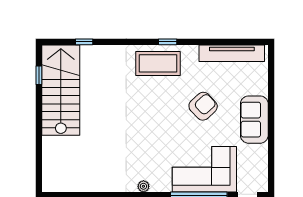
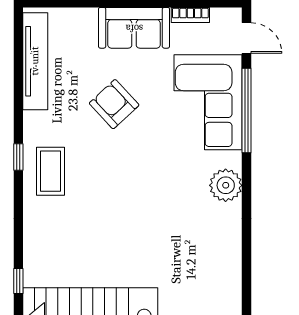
coffee table: (158, 63) -> (50, 171), width x0.73, depth x0.76
bookcase: (263, 157) -> (190, 15), added
plant: (143, 186) -> (226, 185), width x1.88, depth x1.88

